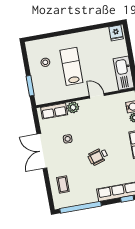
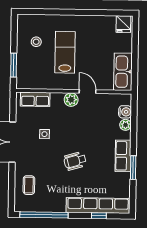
plant: (73, 107) -> (71, 100), moved

